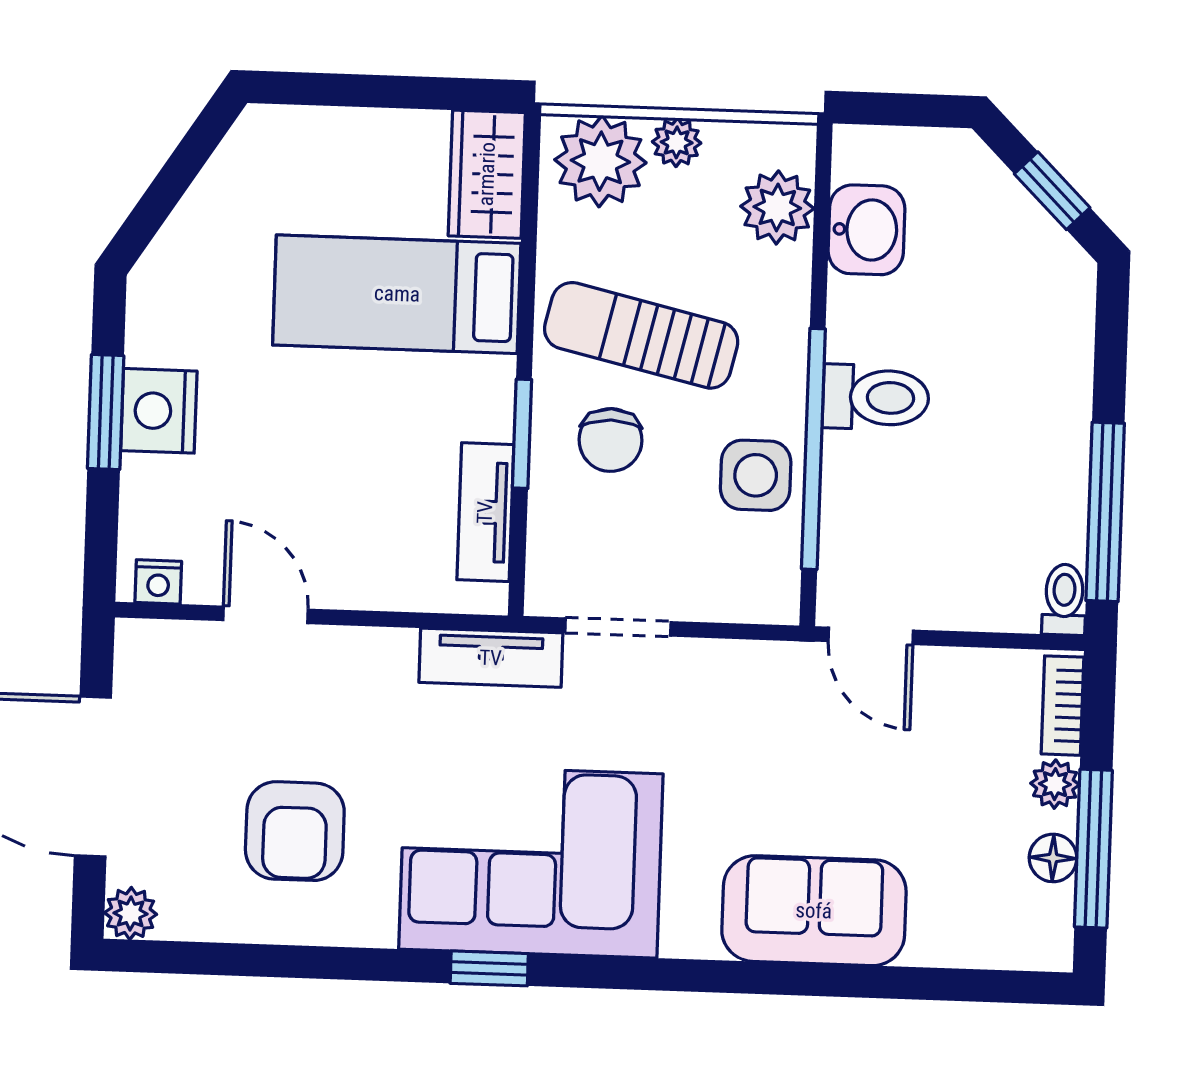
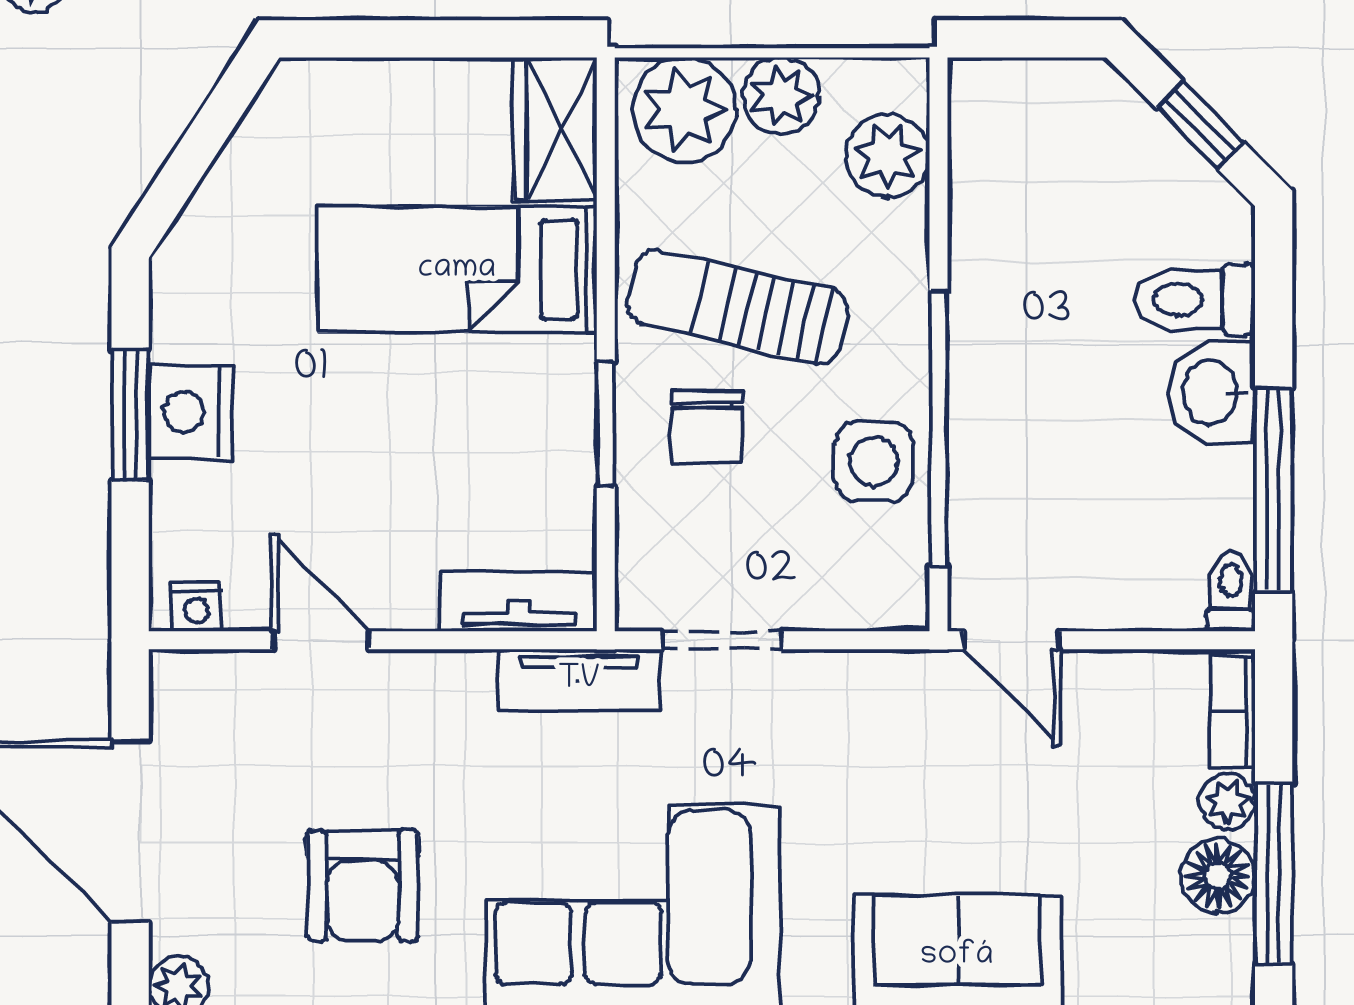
plant: (677, 142) -> (781, 96), width x1.38, depth x1.38
washbasin: (866, 230) -> (1212, 393), moved, turned 180
toilet: (876, 397) -> (1195, 300), moved, turned 180
tv unit: (485, 512) -> (519, 601), moved, turned 90
floor lamp: (1053, 858) -> (1218, 876), width x1.37, depth x1.37

